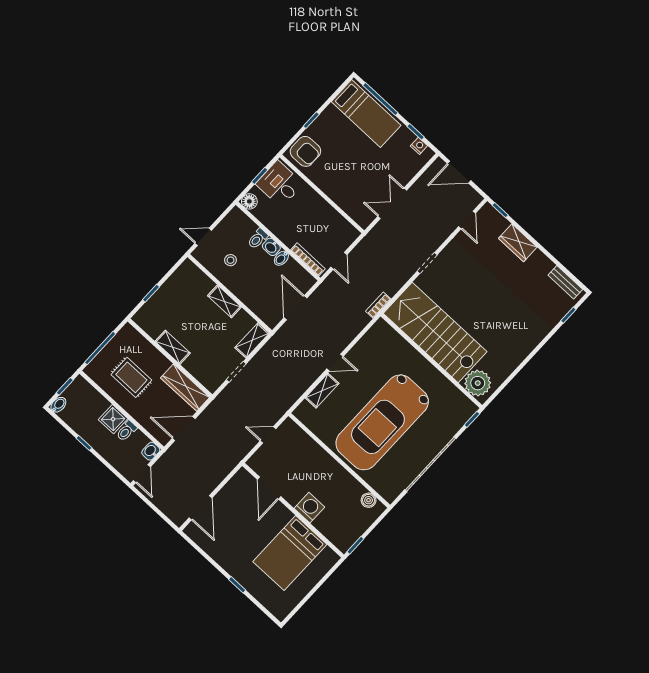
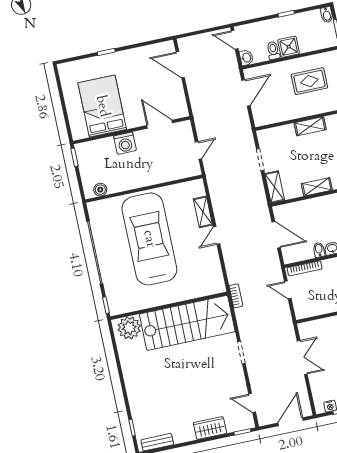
wardrobe: (185, 388) -> (275, 115), removed

